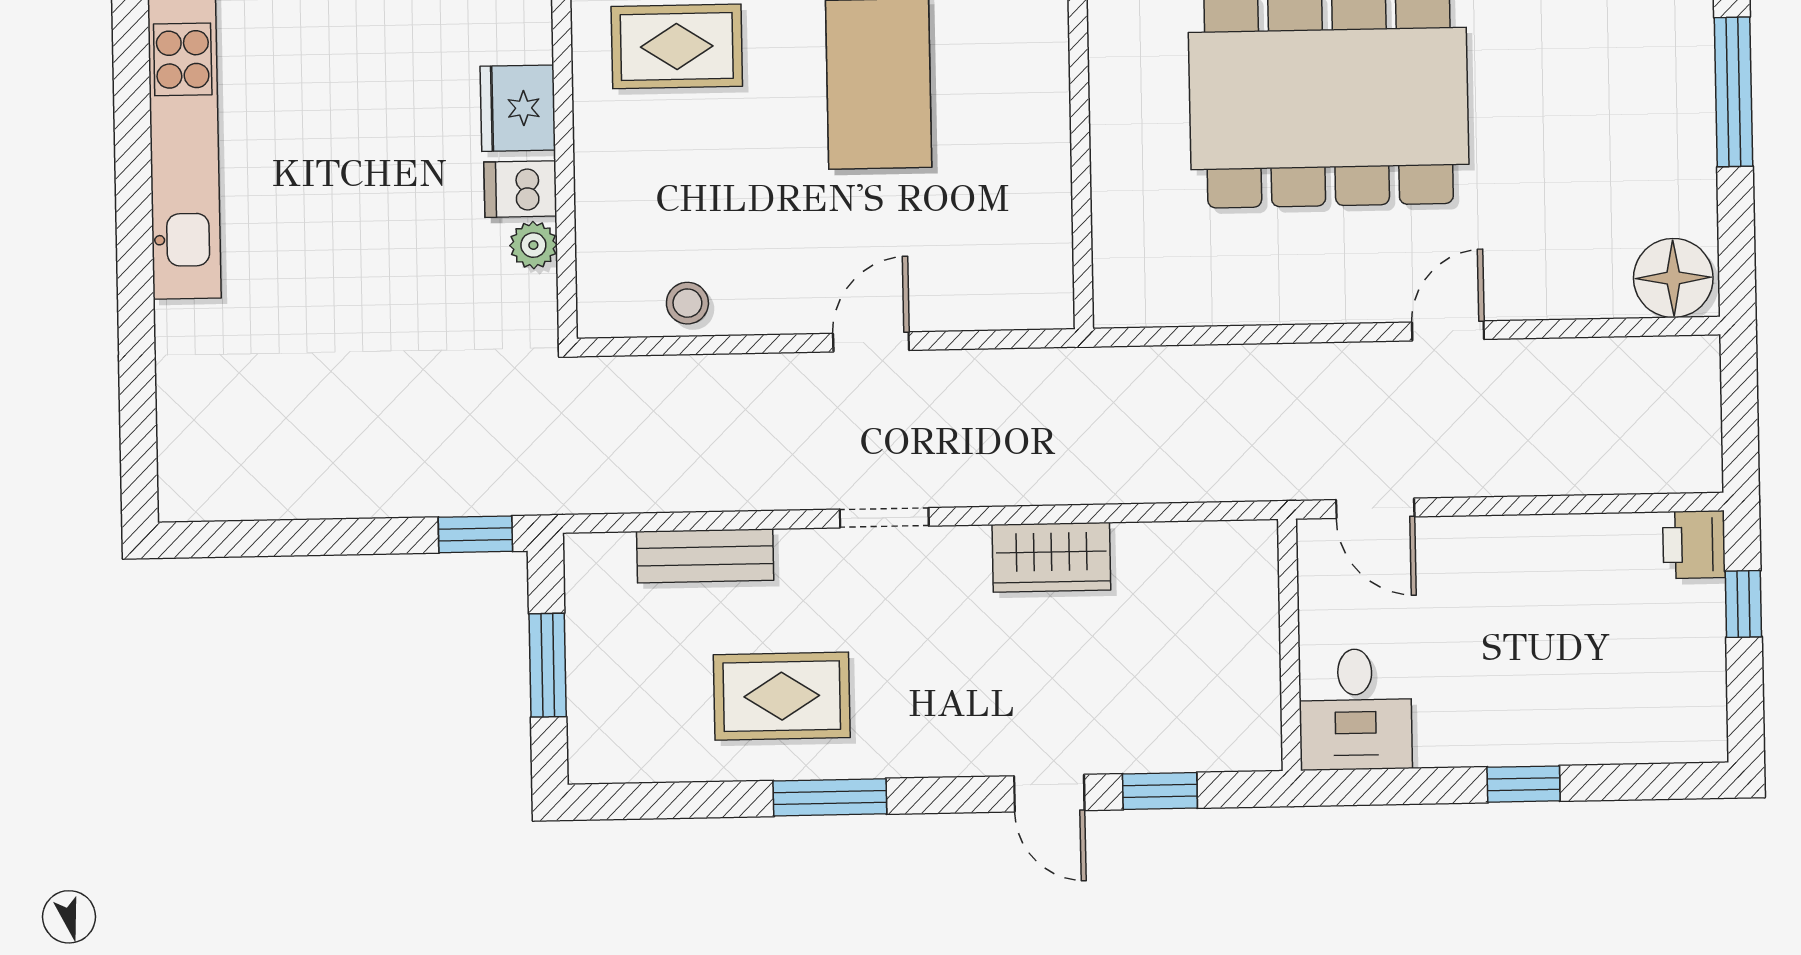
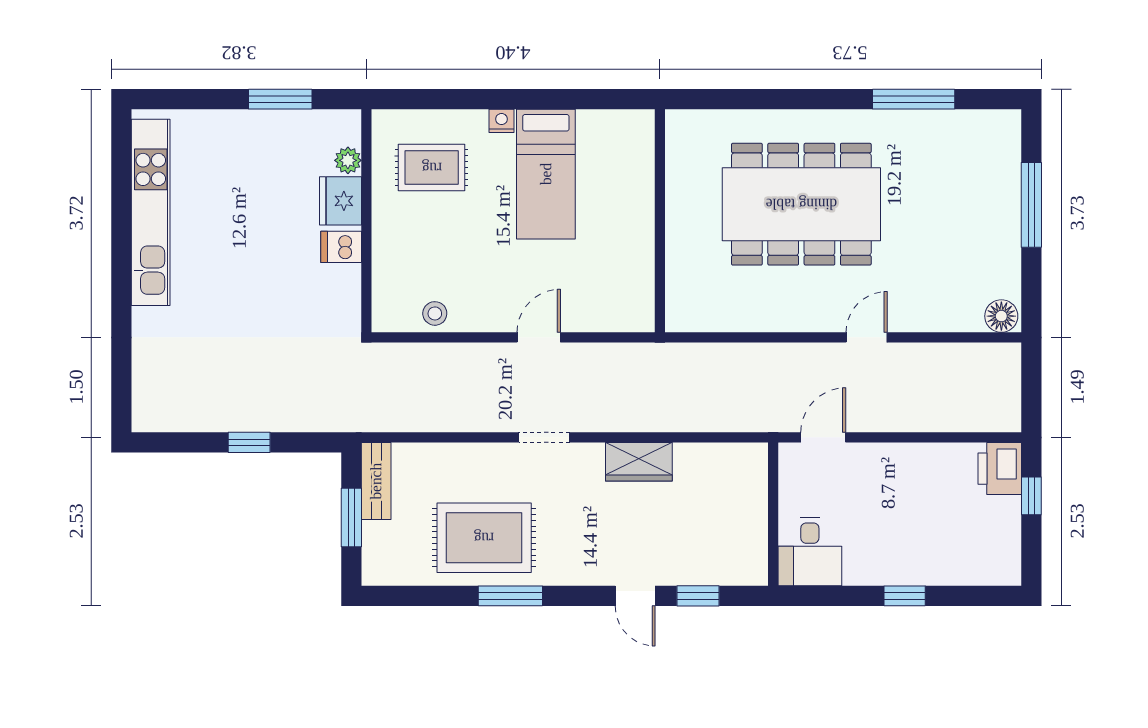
plant: (533, 245) -> (348, 160), moved
floor lamp: (1673, 278) -> (1001, 316), width x0.73, depth x0.73
door: (1375, 508) -> (823, 437), swing flipped
window: (475, 534) -> (249, 442), moved
printer: (1694, 545) -> (1000, 469), width x1.36, depth x1.24
bench: (705, 556) -> (376, 481), moved, turned 90
rug: (782, 696) -> (484, 538), width x1.36, depth x1.43

